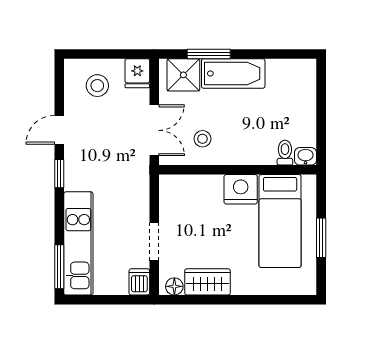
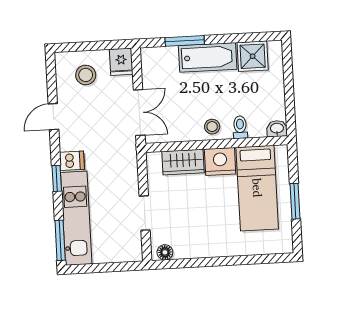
shower: (183, 75) -> (253, 56), moved
stool: (202, 139) -> (212, 127), moved
toilet: (285, 153) -> (240, 127), moved
window: (59, 174) -> (57, 178), moved
dishwasher: (139, 282) -> (72, 161), moved, turned 90
wardrobe: (208, 282) -> (183, 162), moved, turned 180

